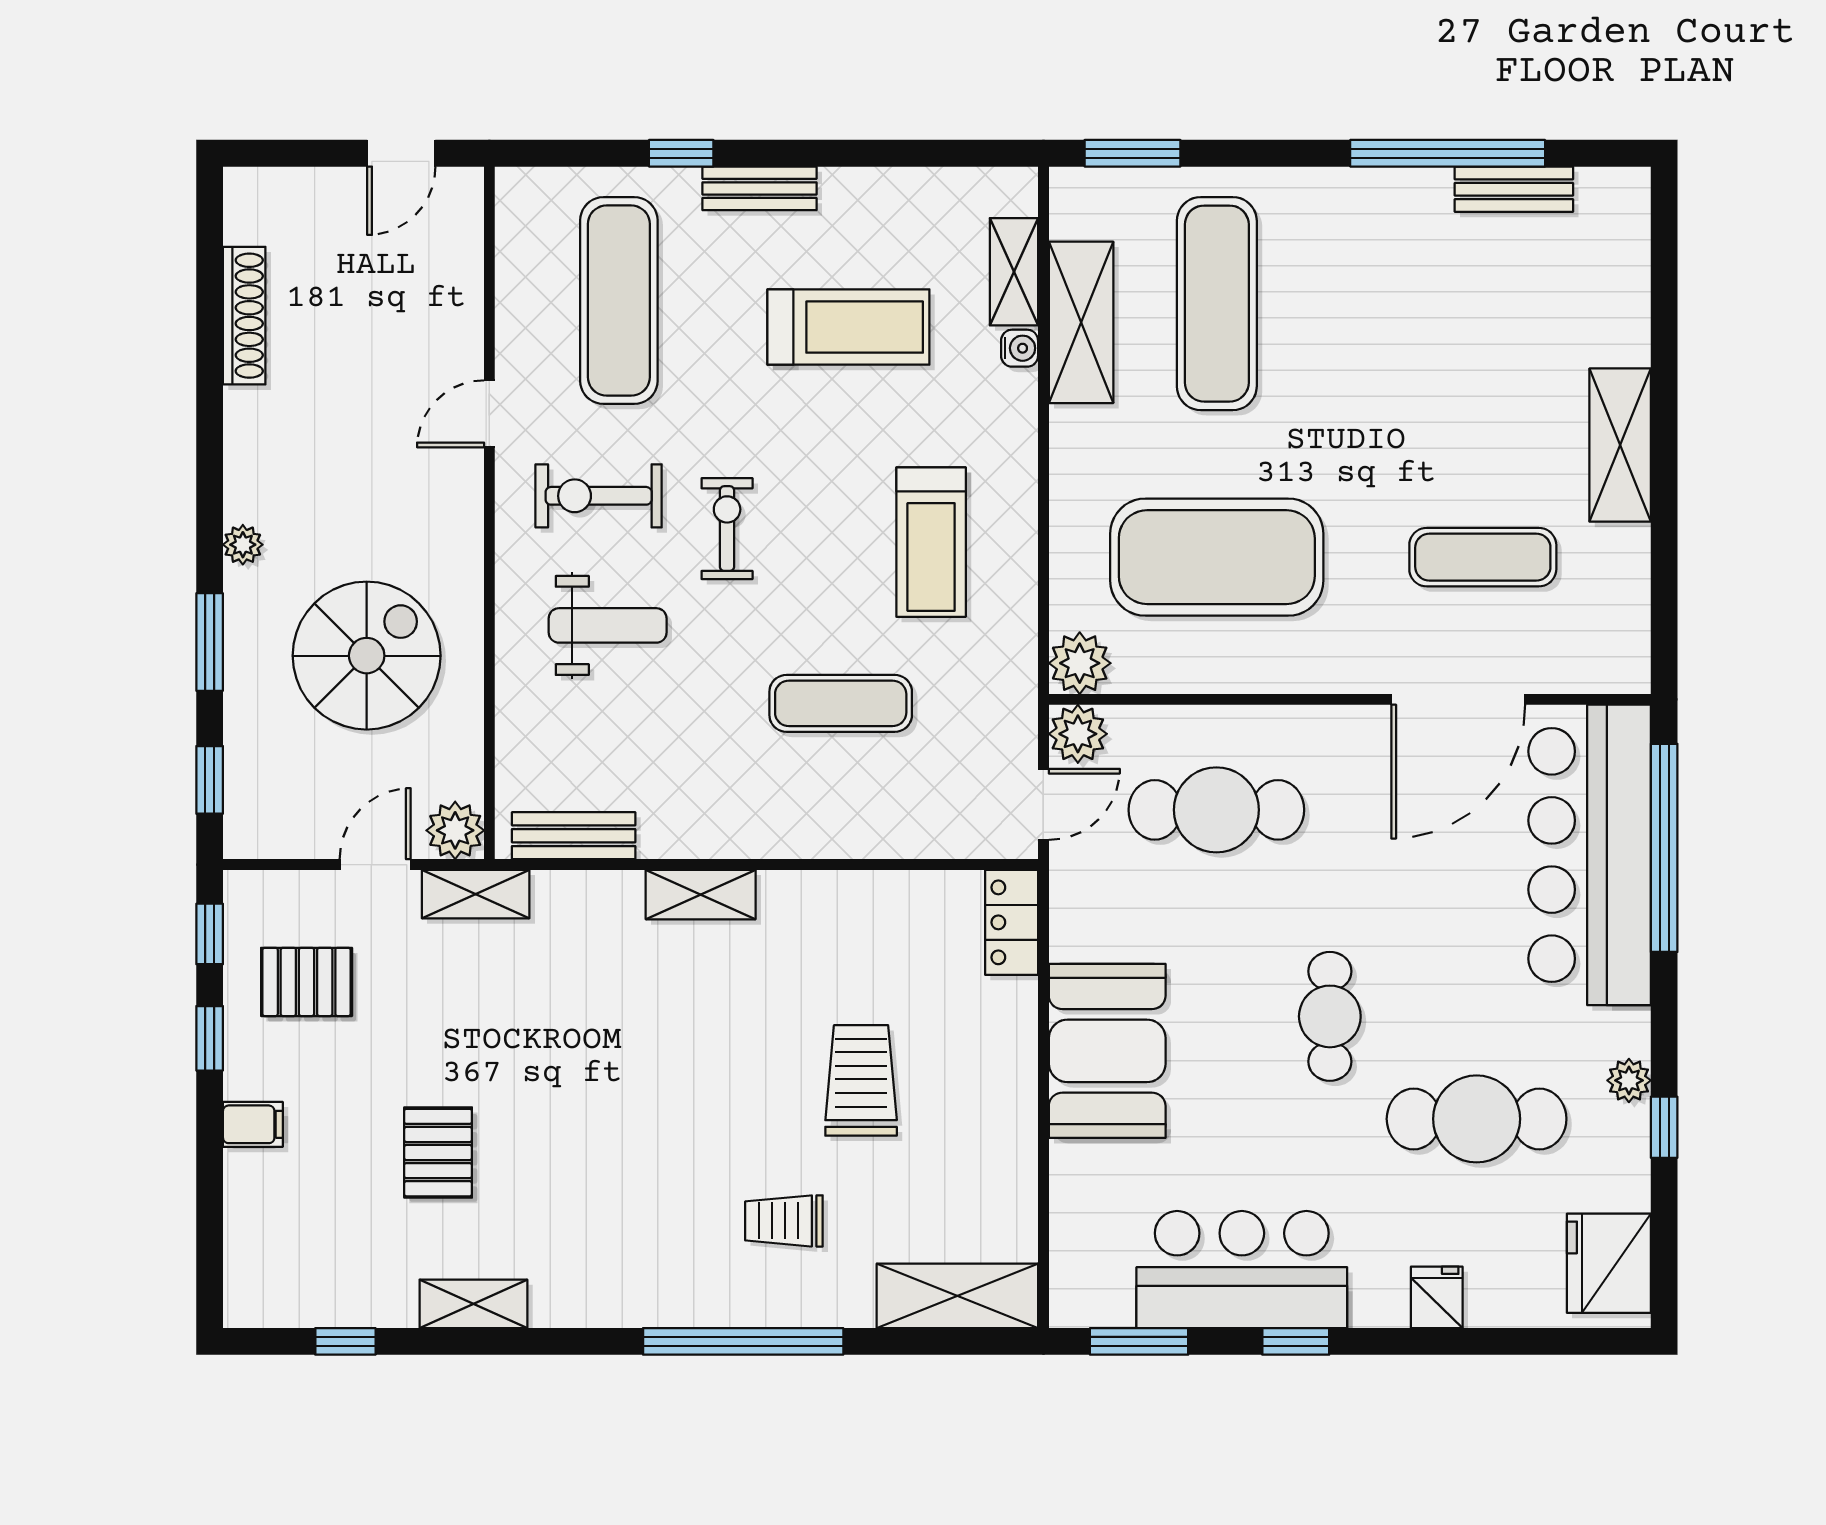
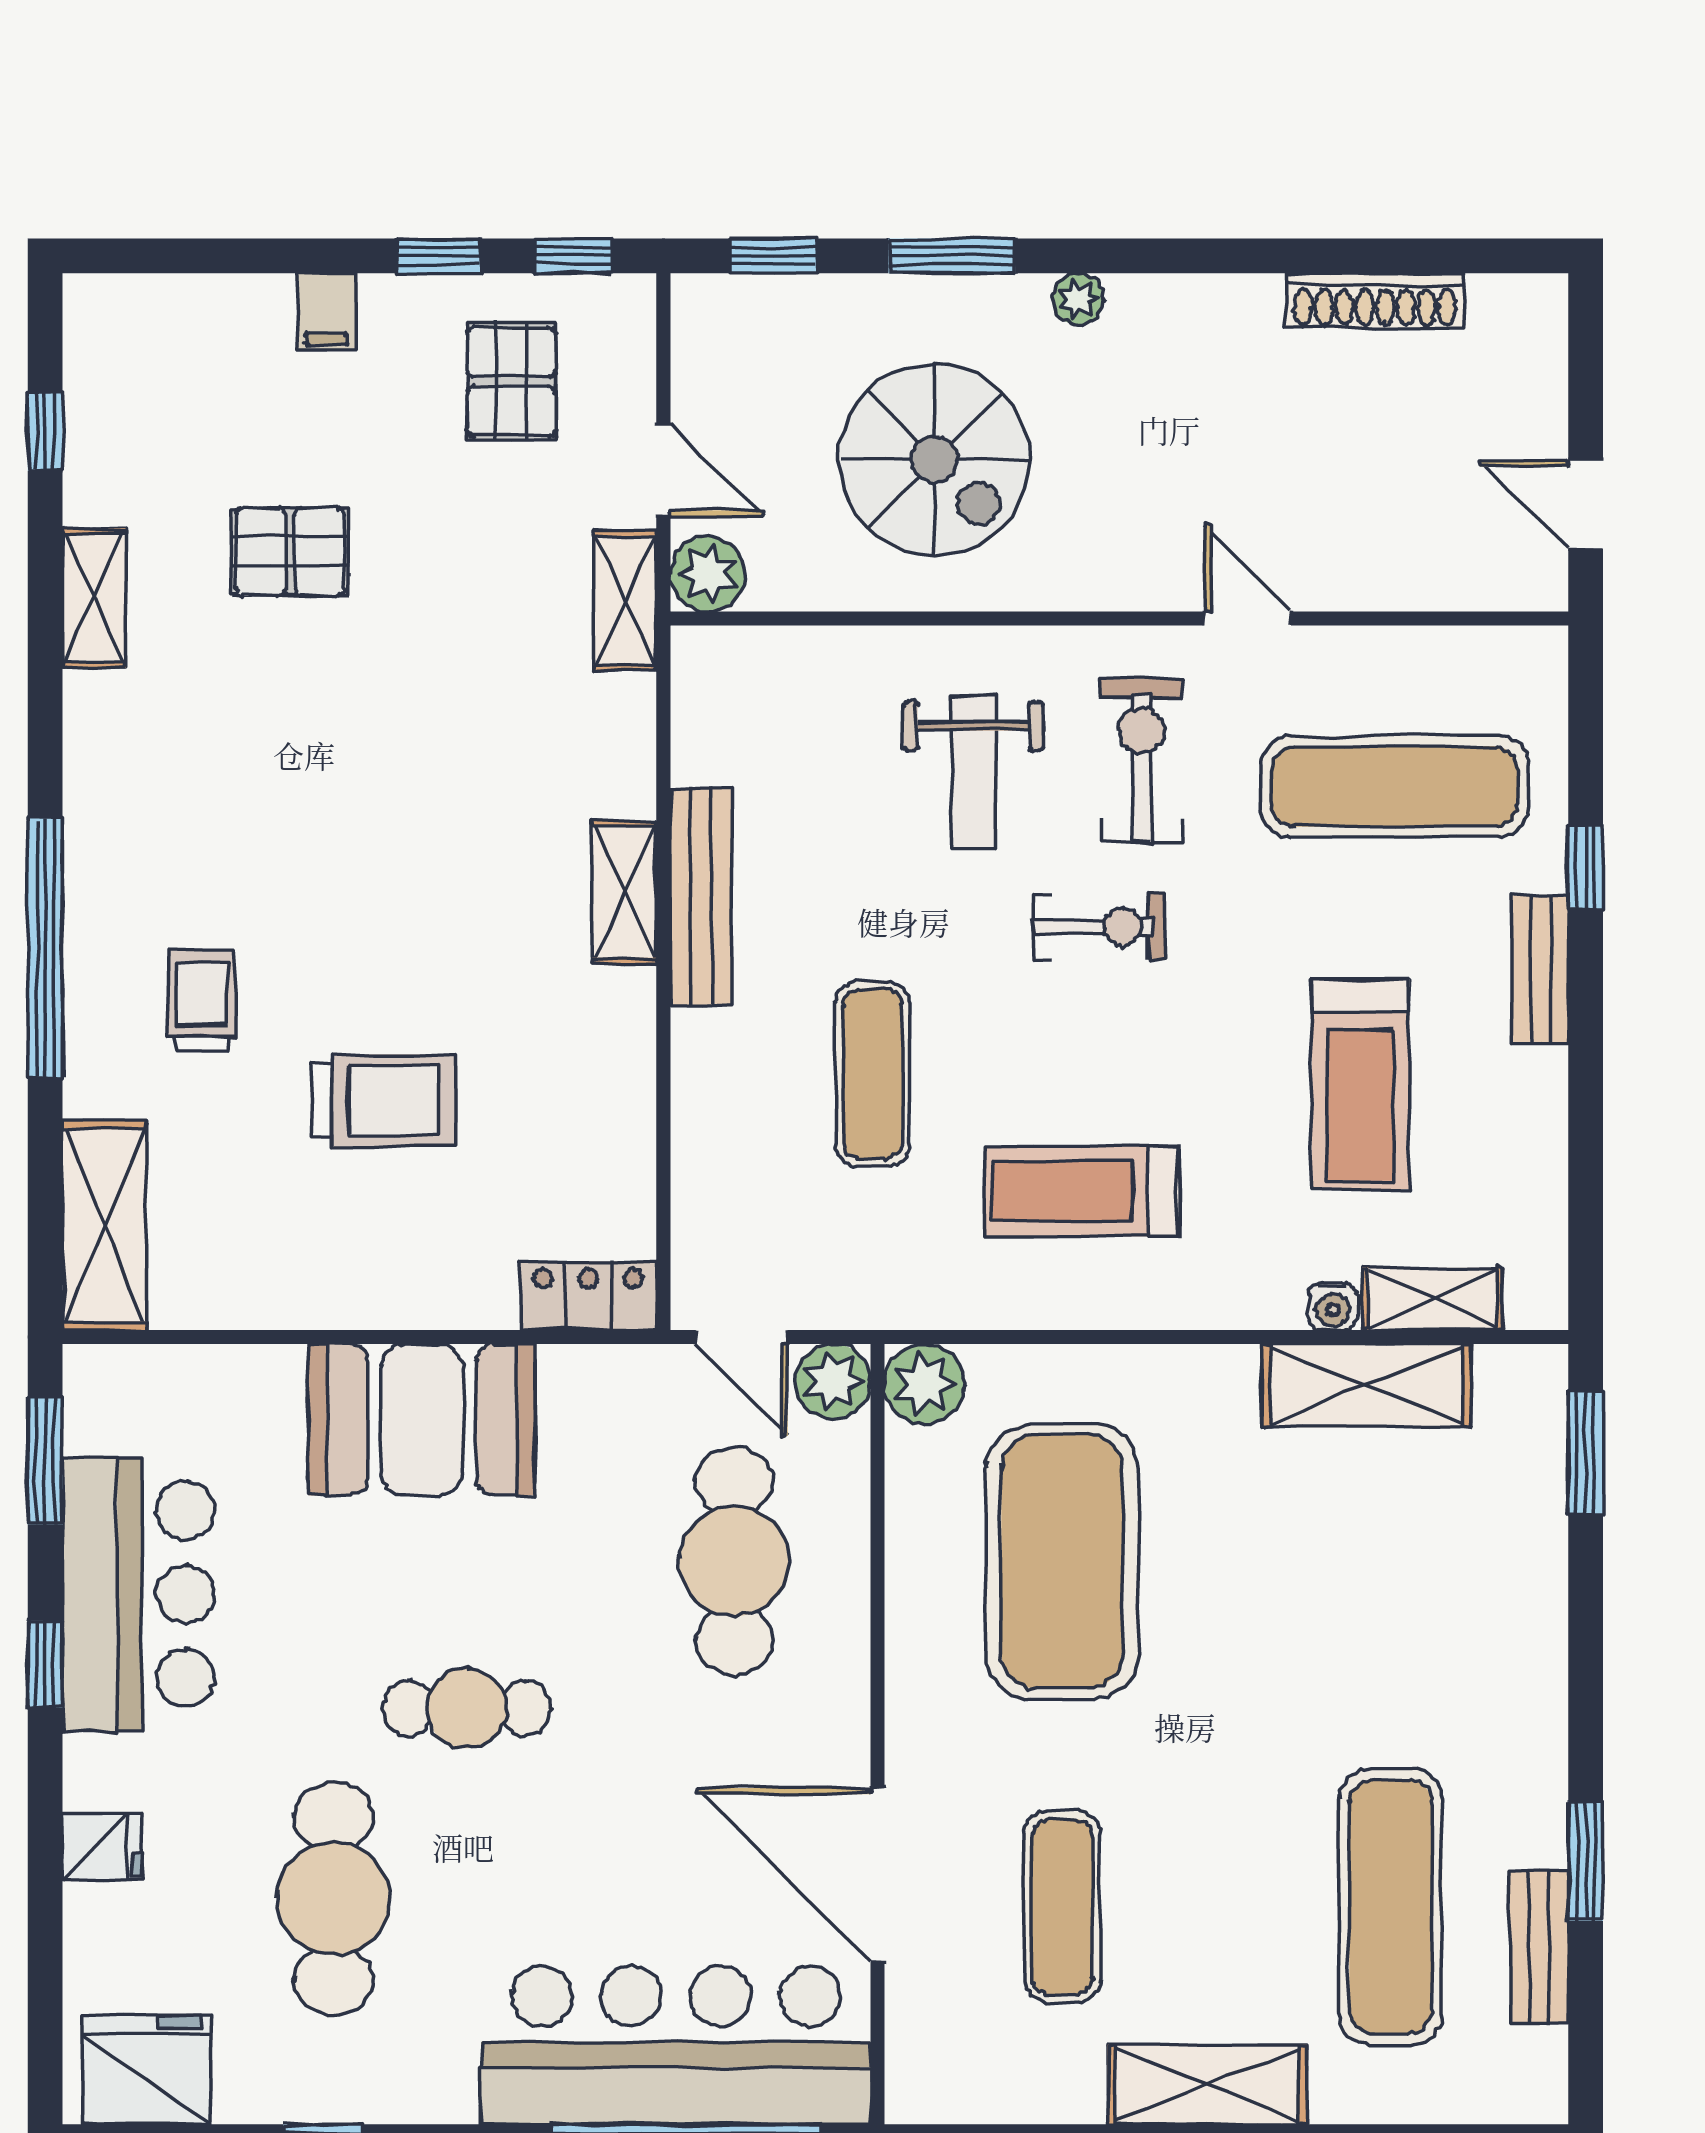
window: (1448, 153) -> (1586, 1861), width x0.47
exercise mat: (1217, 304) -> (1391, 1907), moved, turned 90
bench: (574, 836) -> (701, 897), moved, width x1.36
plant: (1629, 1080) -> (383, 2096), removed

